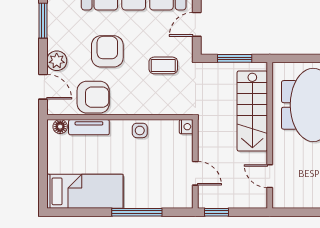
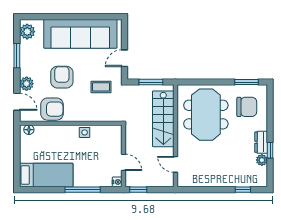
tv unit: (89, 127) -> (49, 130), removed
nightstand: (186, 127) -> (117, 182), moved

